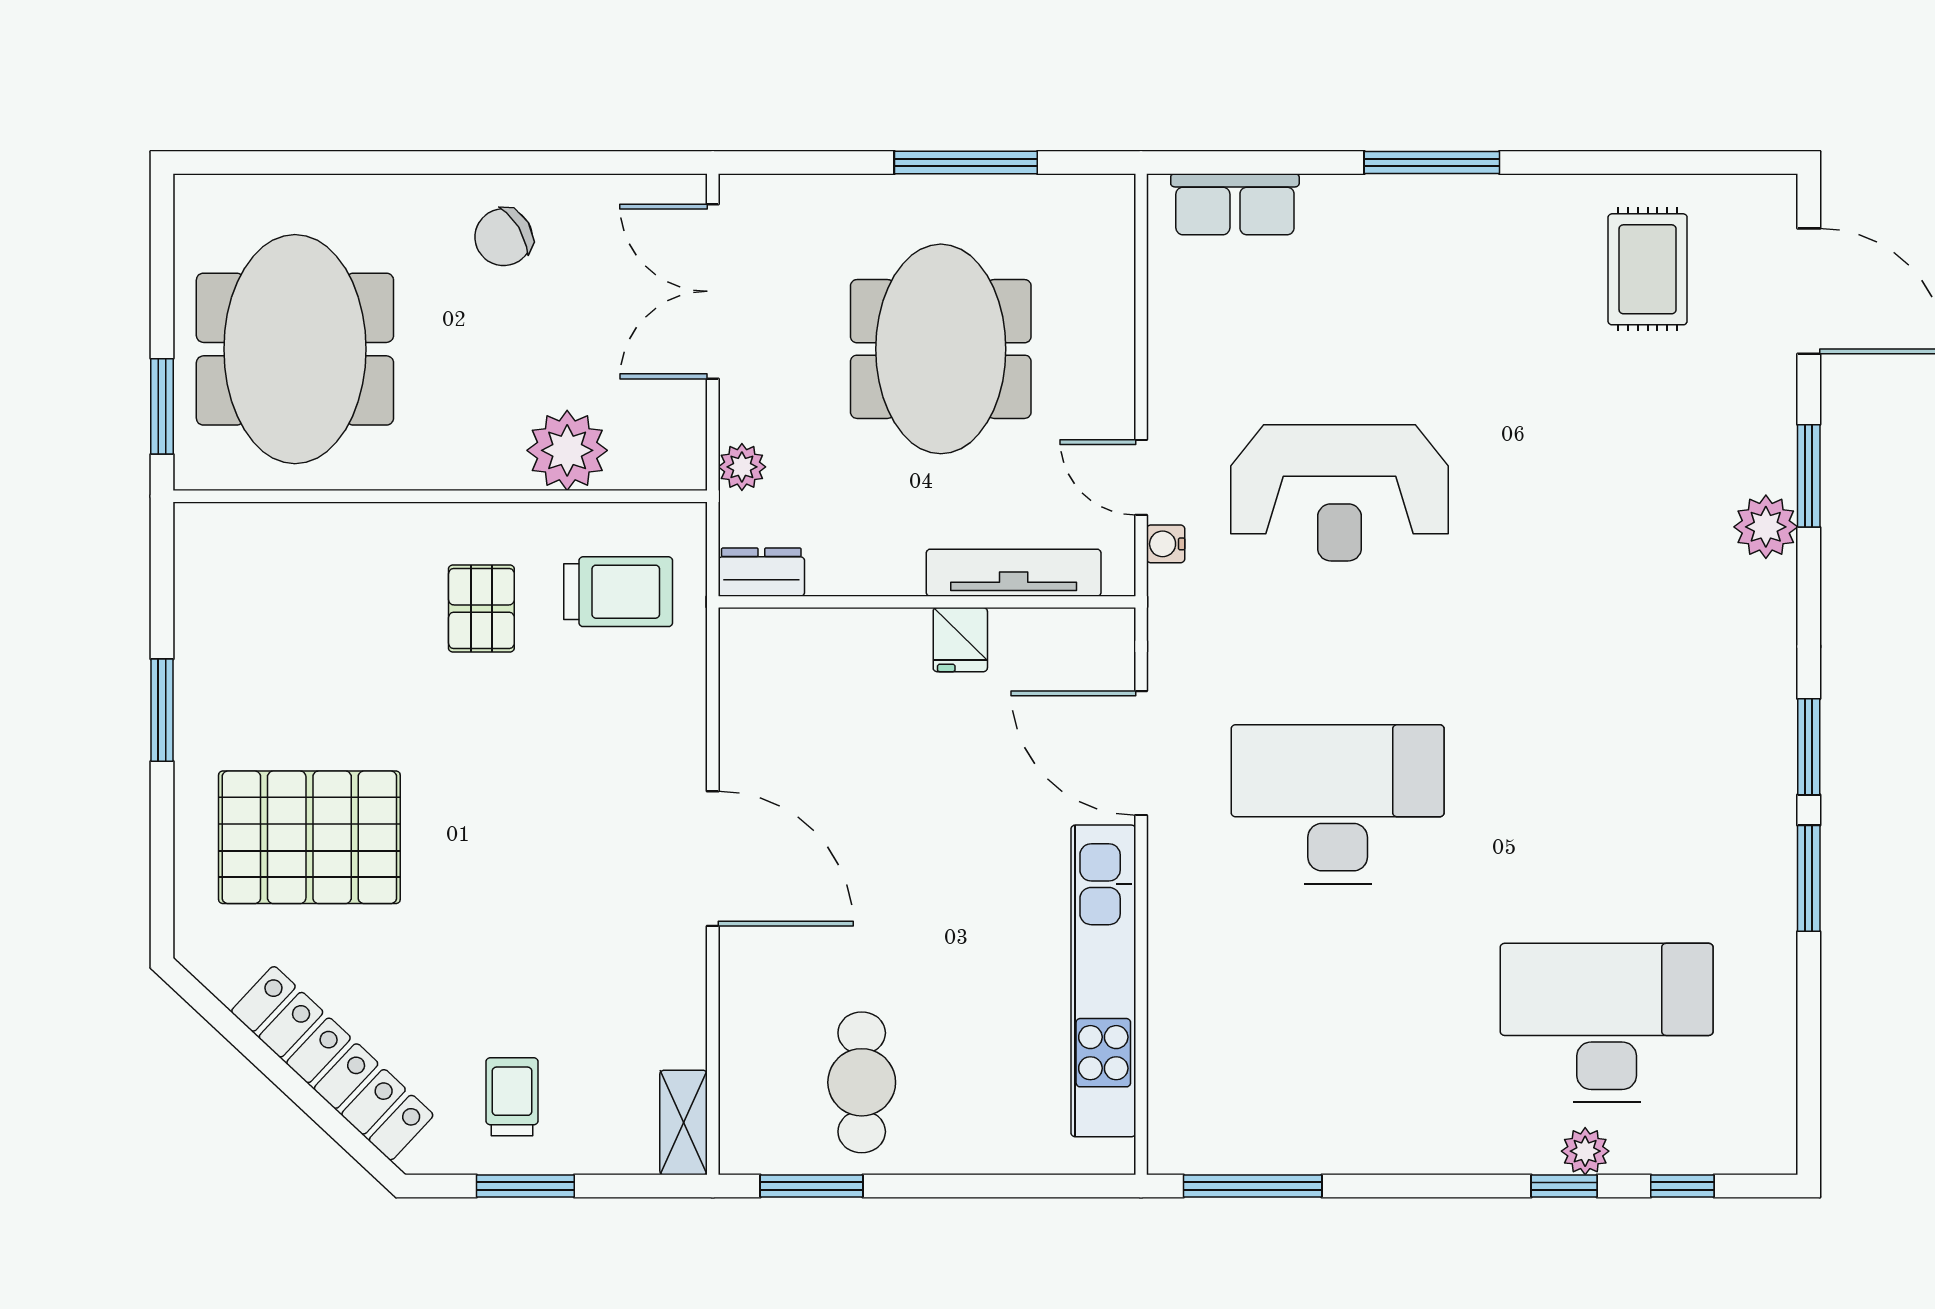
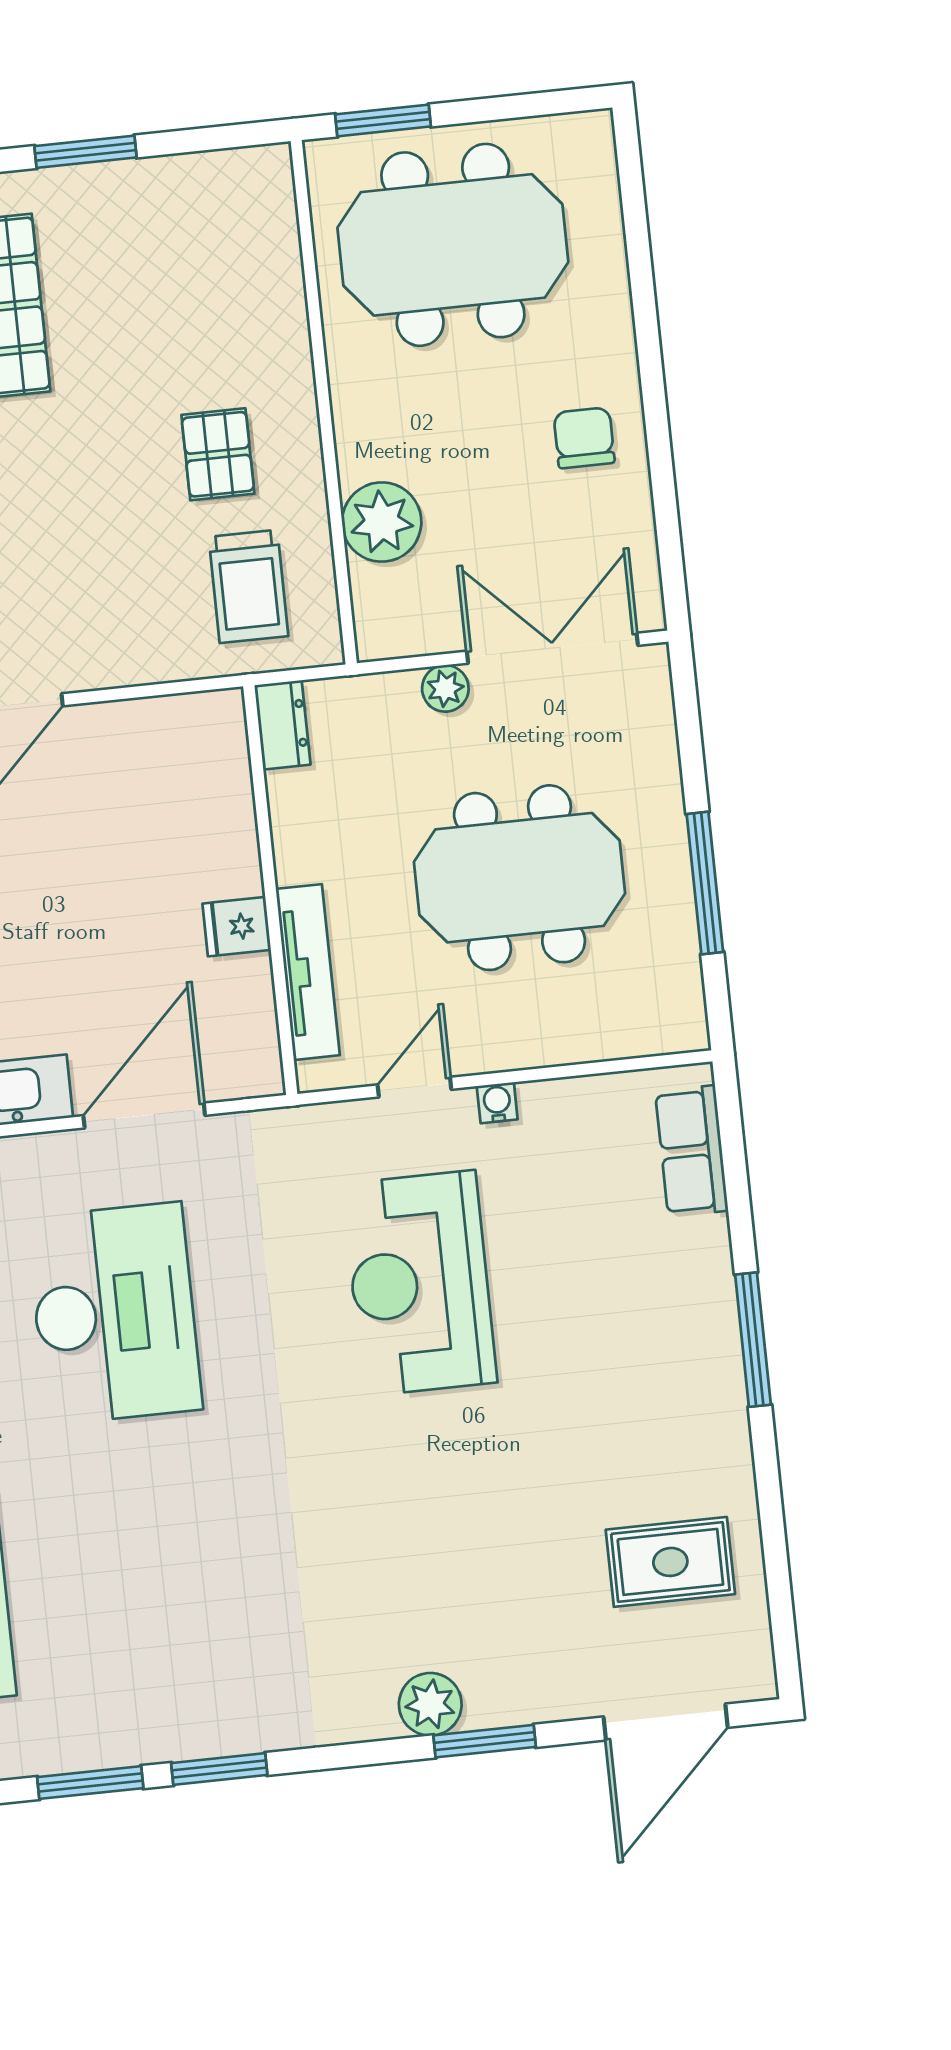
chair: (504, 237) -> (584, 438), turned 31
plant: (742, 467) -> (445, 688), moved
water cooler: (1166, 544) -> (497, 1103), moved
pallet: (481, 609) -> (218, 454), turned 90

